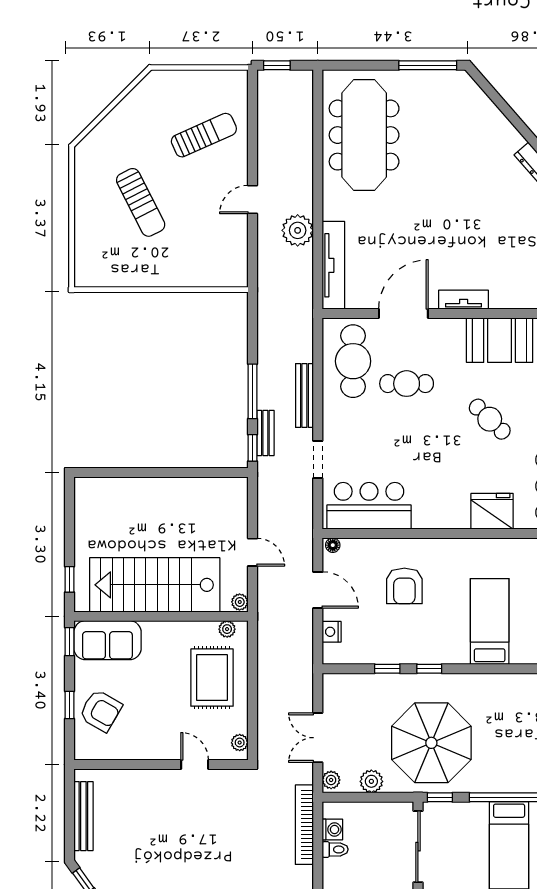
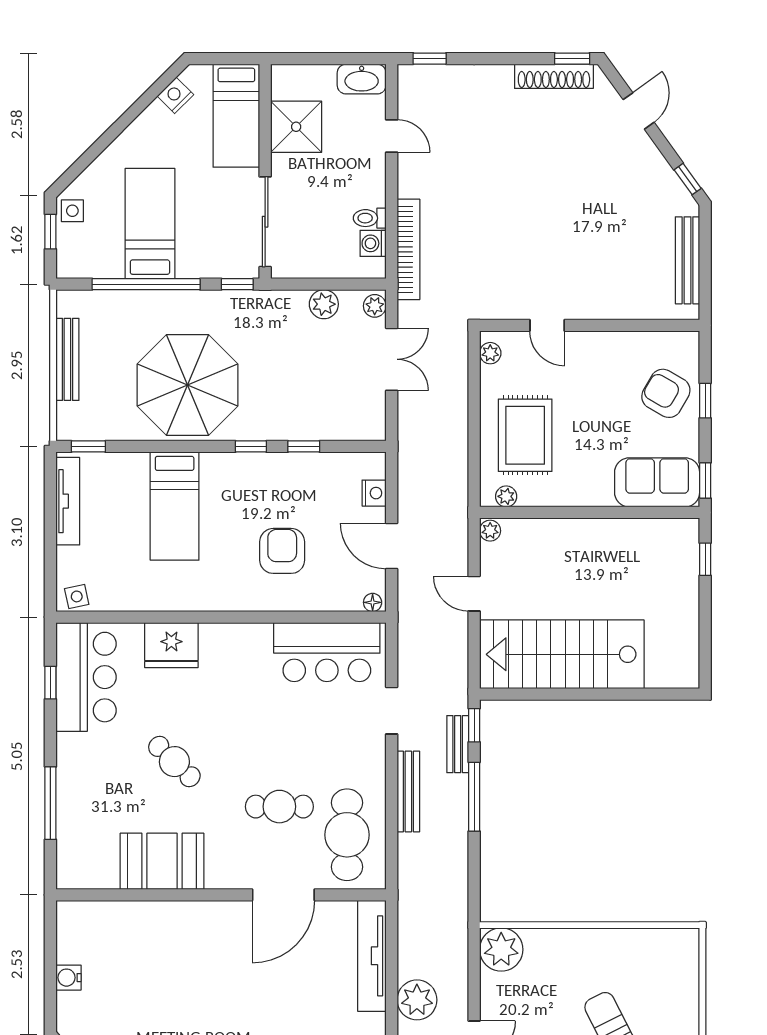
plant: (231, 270) -> (501, 950), added
tv unit: (464, 300) -> (207, 912), removed
stairs: (155, 585) -> (562, 654), moved, turned 180
parasol: (431, 743) -> (188, 385), moved

